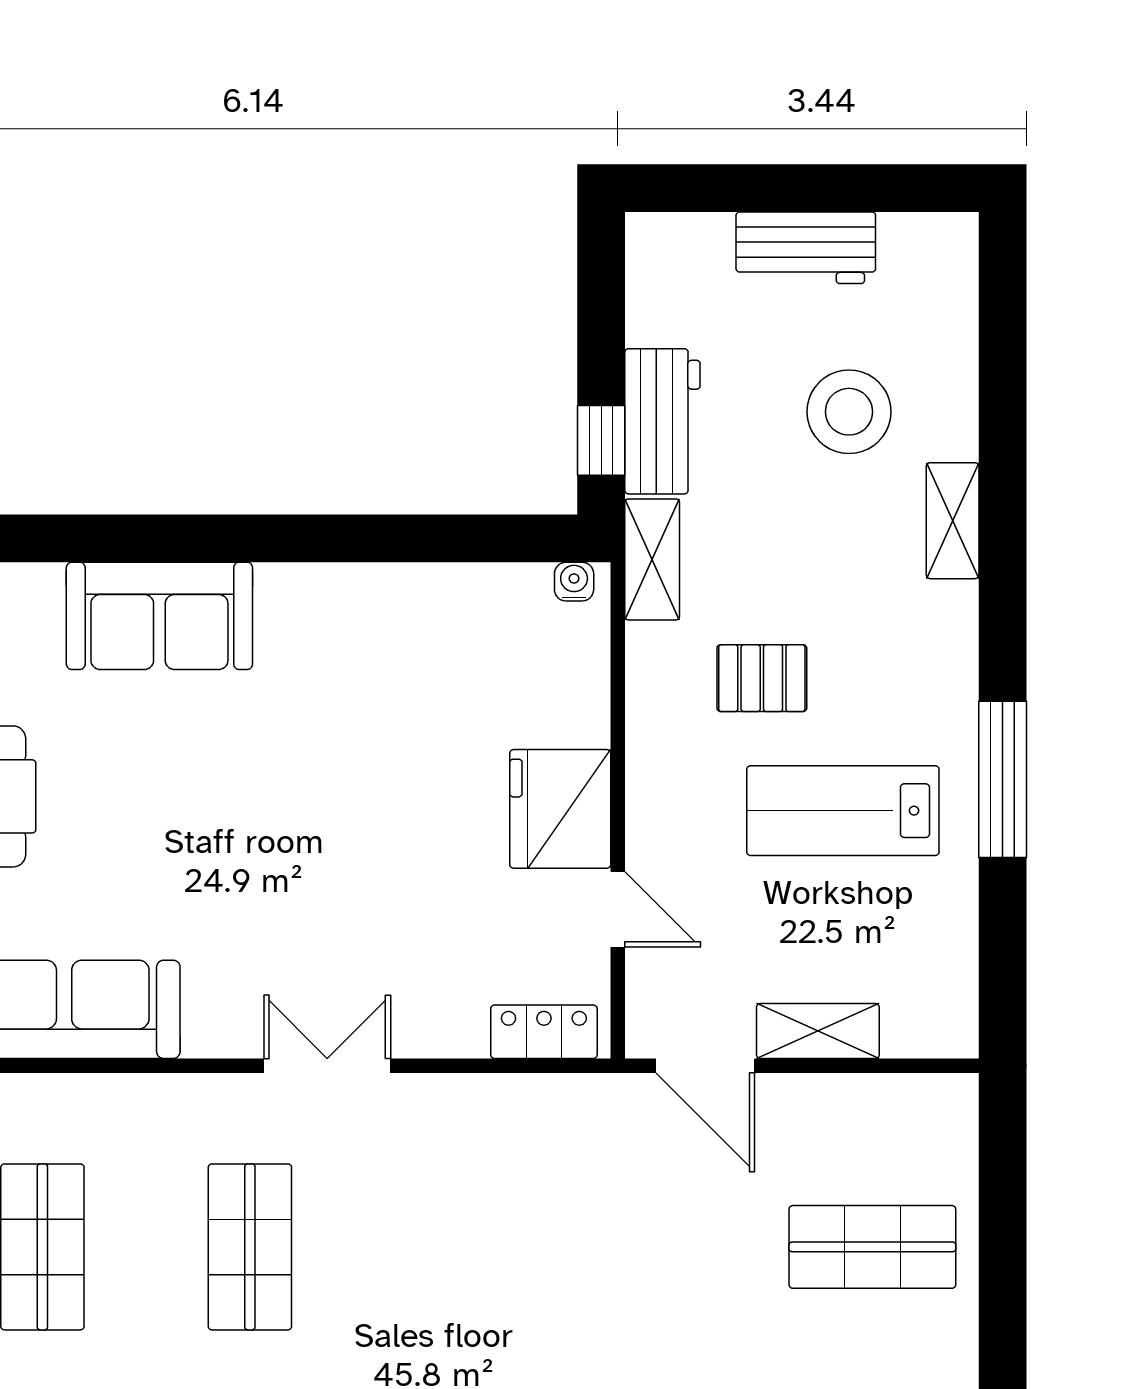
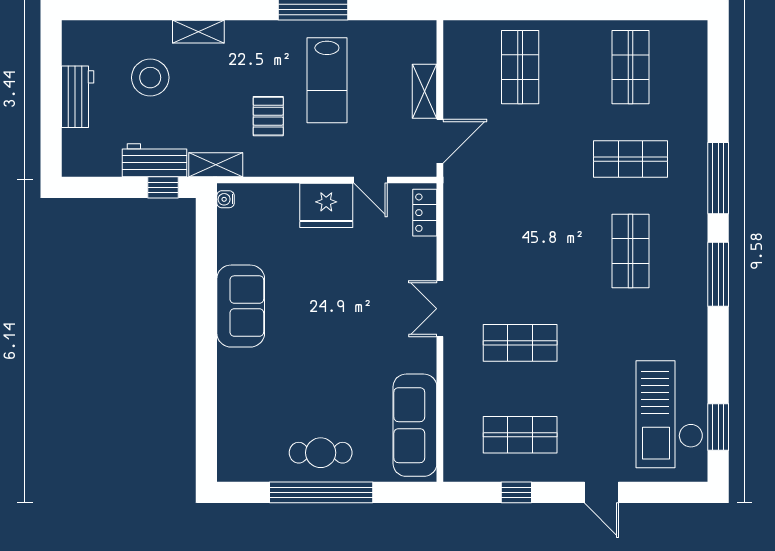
sofa: (159, 616) -> (241, 306), moved
door: (618, 909) -> (371, 180), swing flipped

